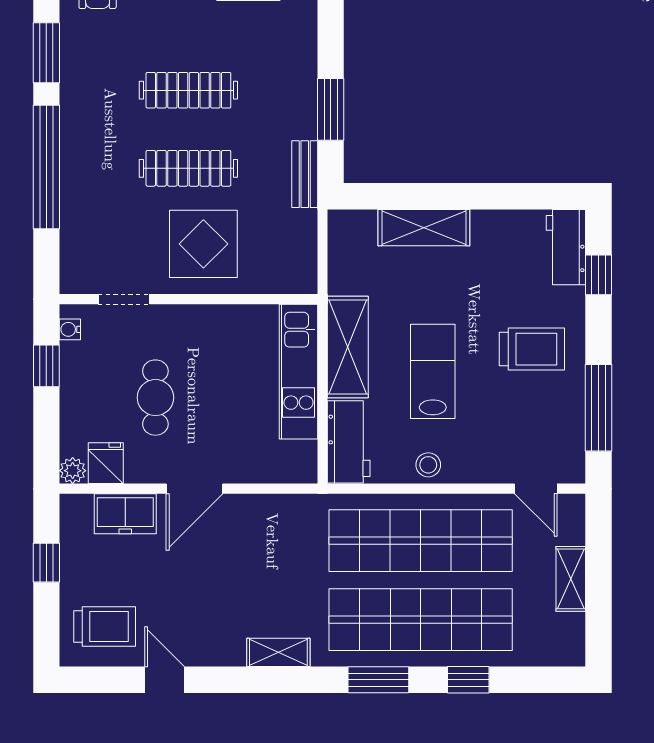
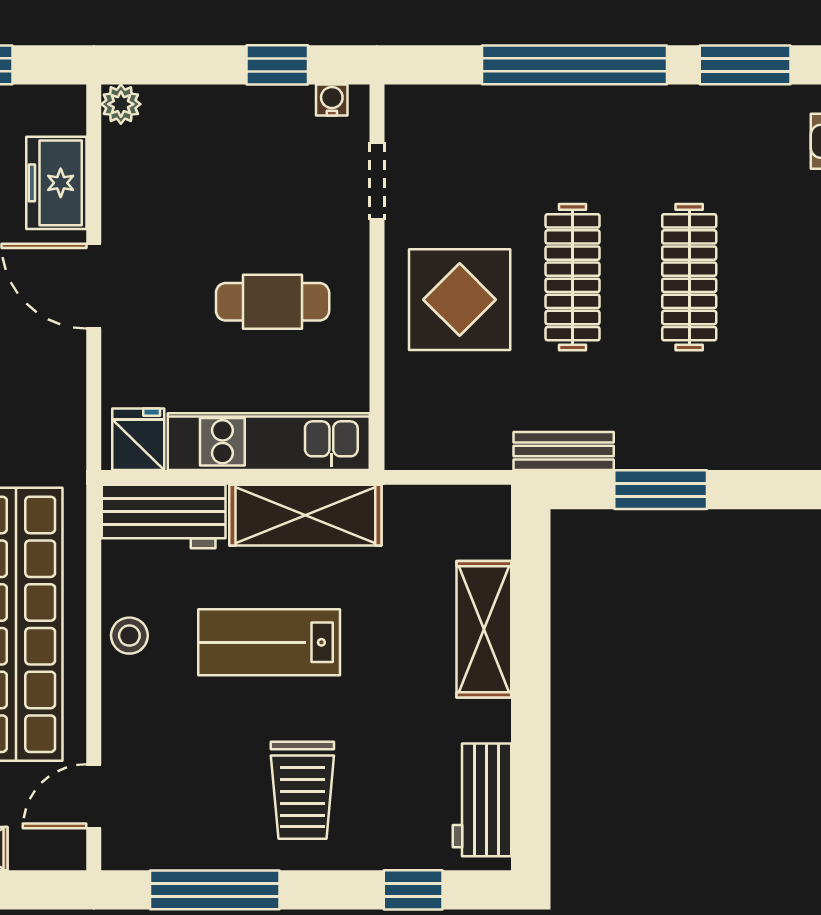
workbench: (566, 247) -> (482, 800), moved, turned -90
lab bench: (433, 371) -> (269, 642), turned 180
cafe table: (155, 398) -> (273, 302), moved
fridge: (106, 463) -> (138, 439), moved, turned -90

